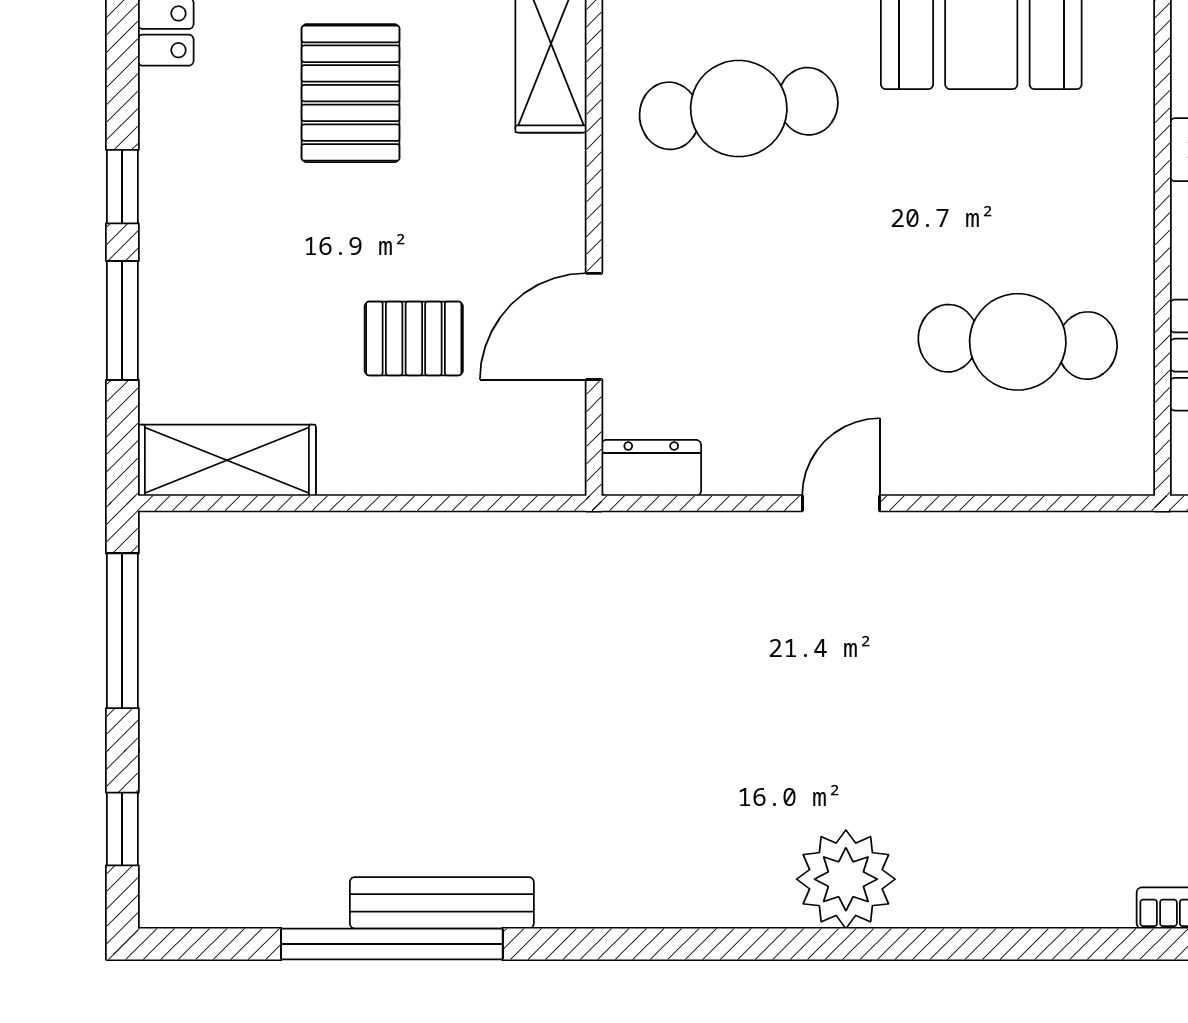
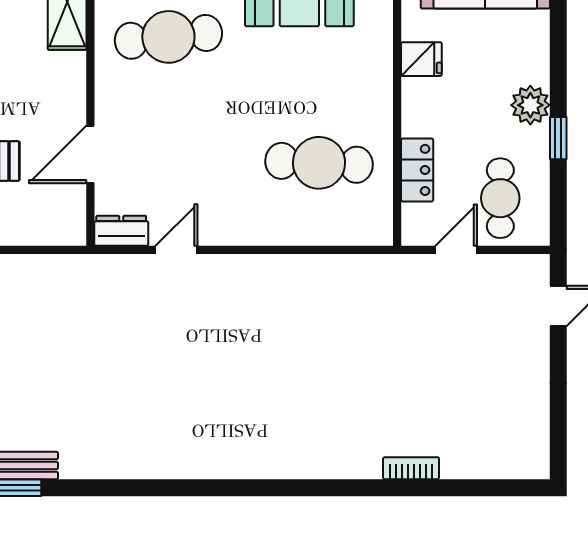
door: (841, 503) -> (176, 250), moved
plant: (846, 879) -> (226, 453), removed

